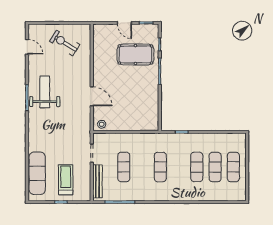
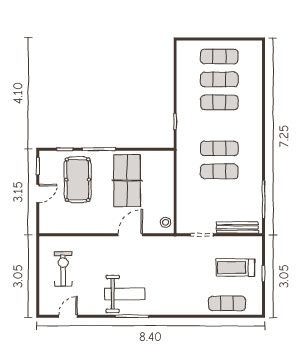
exercise bike: (65, 43) -> (63, 269), turned 148
weight bench: (45, 92) -> (125, 294), turned 180
table tennis table: (135, 94) -> (127, 181), added
exercise mat: (124, 167) -> (219, 171), moved
exercise mat: (37, 173) -> (227, 303), width x0.73, depth x0.69

